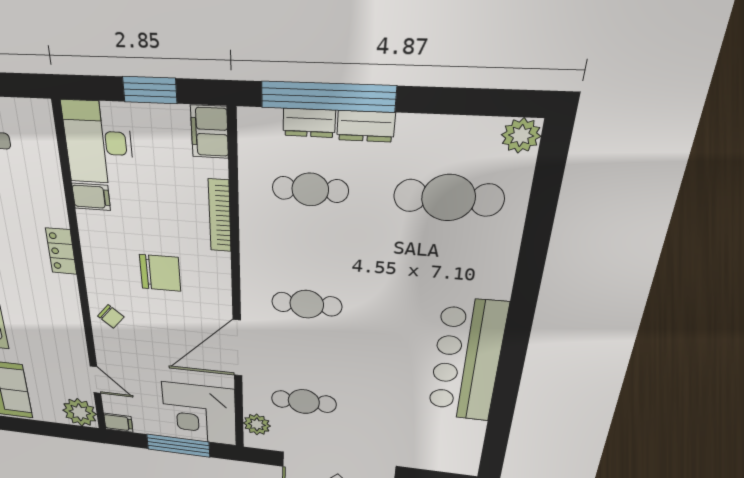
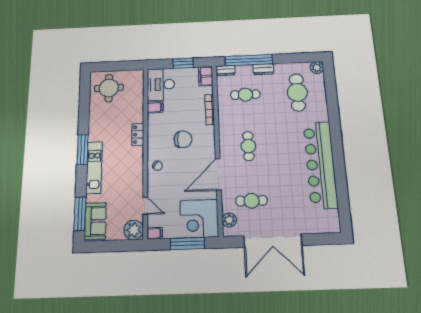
dresser: (309, 123) -> (226, 71), moved
cafe table: (448, 198) -> (297, 92), turned 90
cafe table: (307, 304) -> (248, 146), turned 90
bar counter: (467, 361) -> (320, 165), width x1.36

